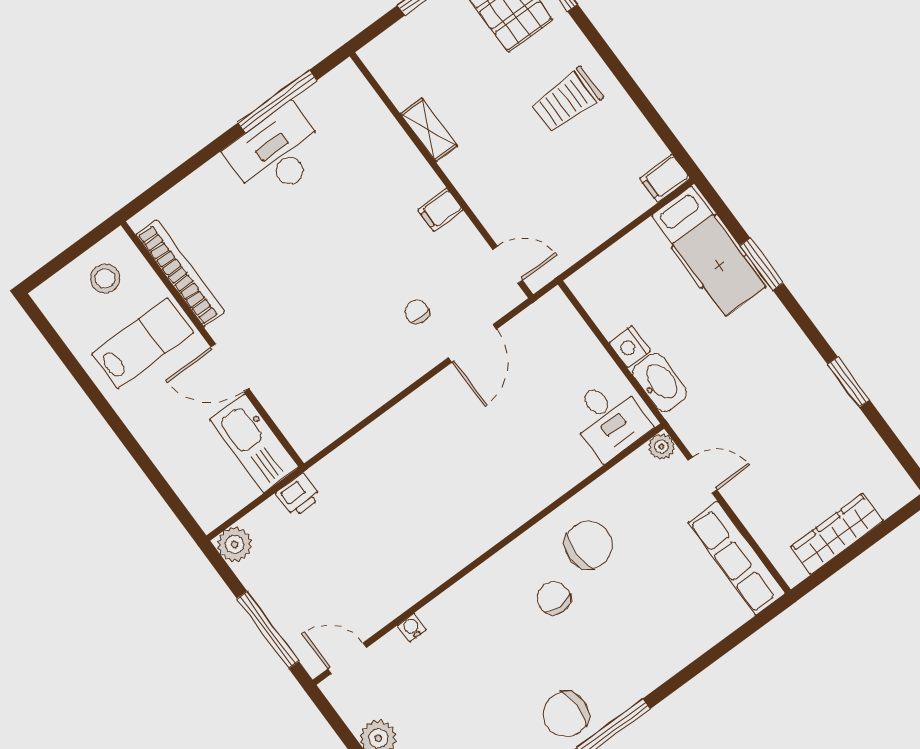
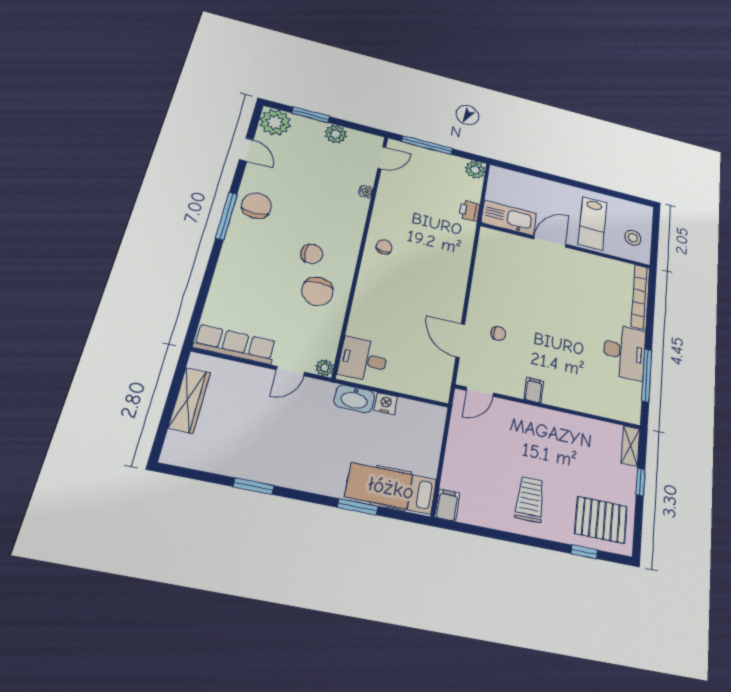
shelving: (429, 130) -> (630, 446), moved, turned 90
bookcase: (180, 273) -> (640, 297), moved, turned 90
chair: (457, 536) -> (384, 247), added

